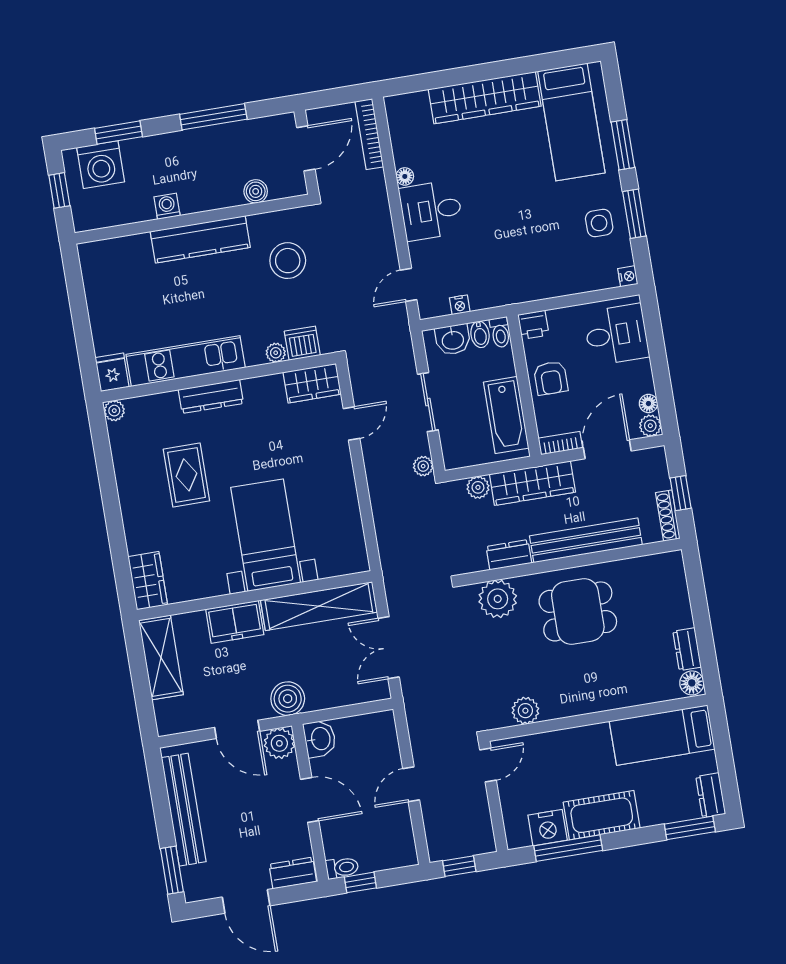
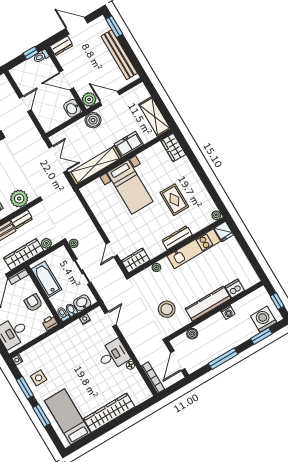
dishwasher: (302, 343) -> (235, 289), moved, turned 180

